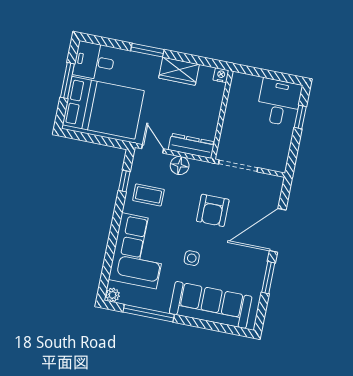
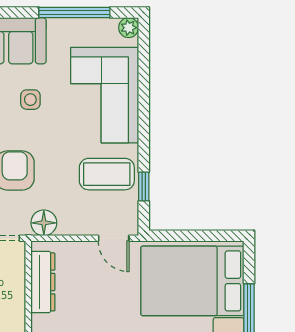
dresser: (191, 146) -> (43, 282), moved, turned -90
floor lamp: (180, 165) -> (44, 223), moved
coffee table: (148, 195) -> (107, 174), width x1.36, depth x1.30

